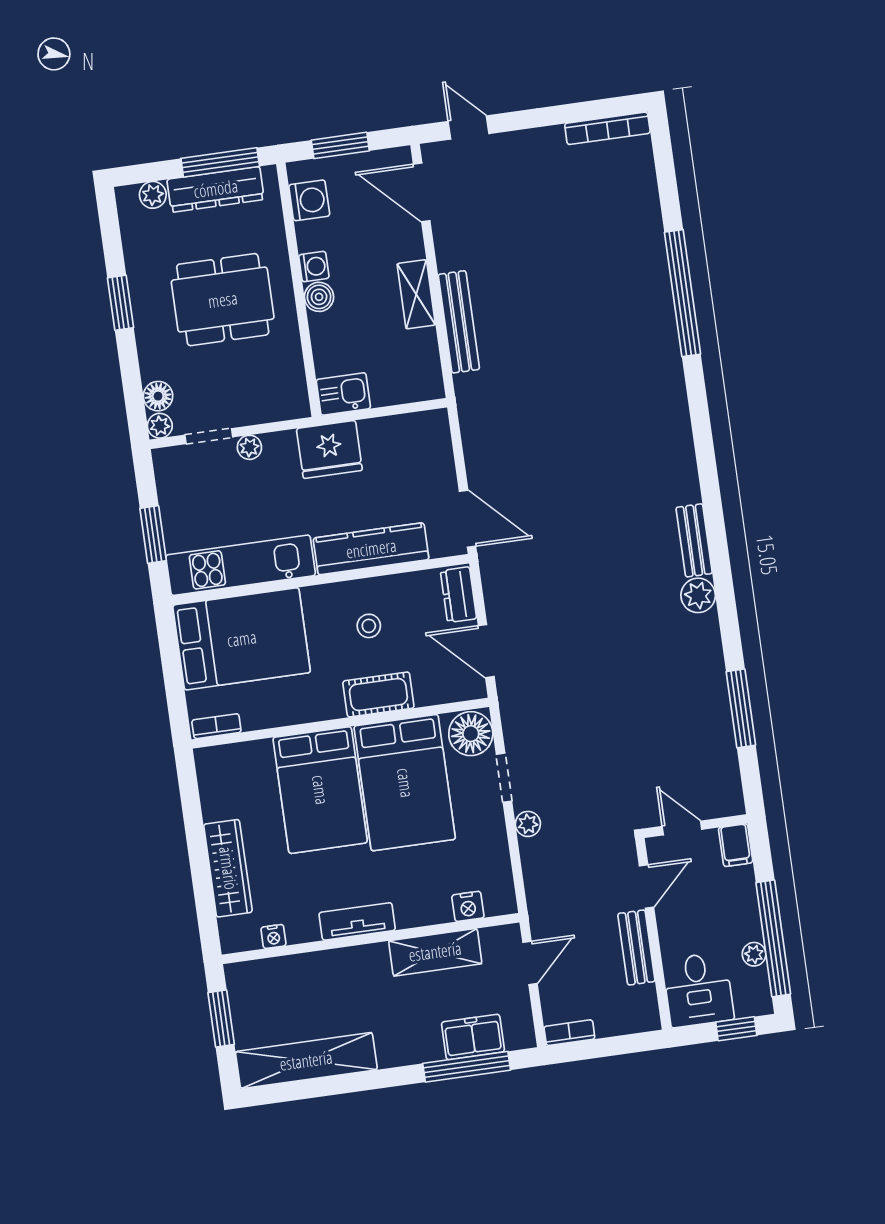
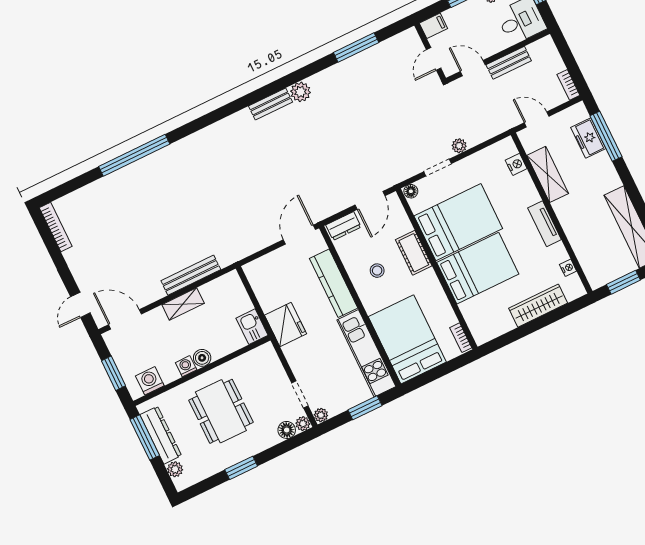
door: (422, 192) -> (125, 319), swing flipped
plant: (249, 447) -> (321, 415), moved
floor lamp: (471, 734) -> (411, 191), width x0.53, depth x0.53

